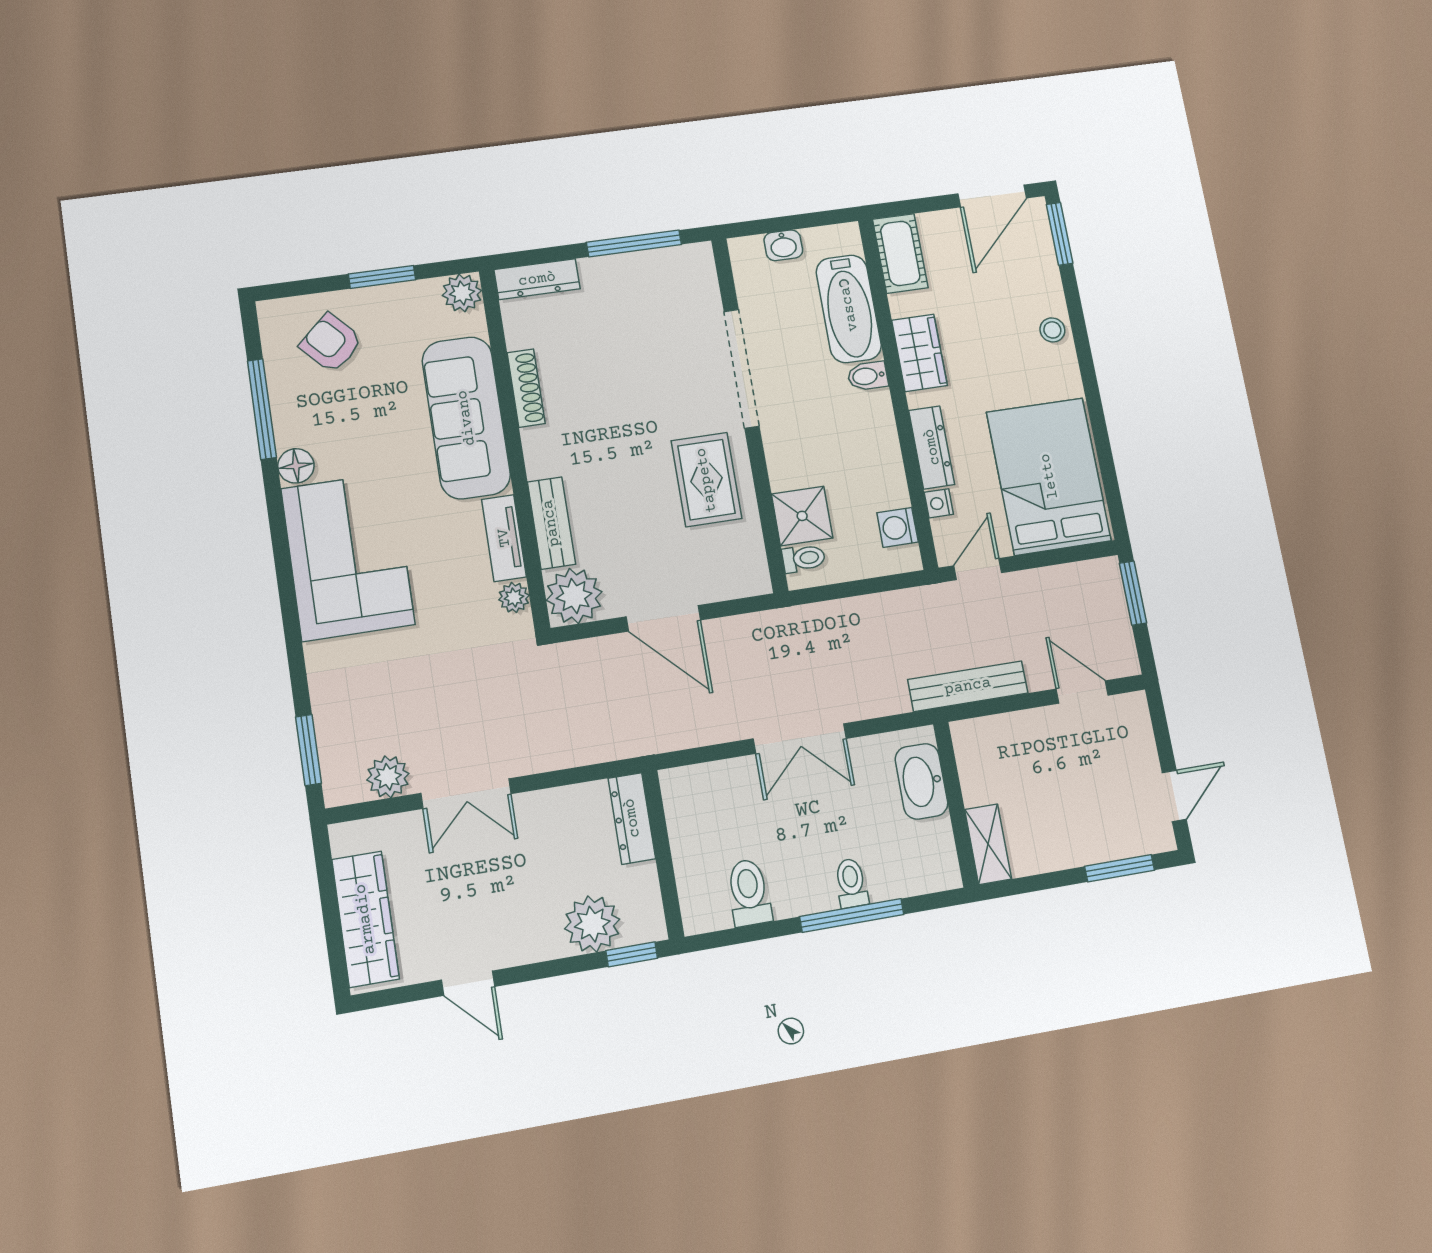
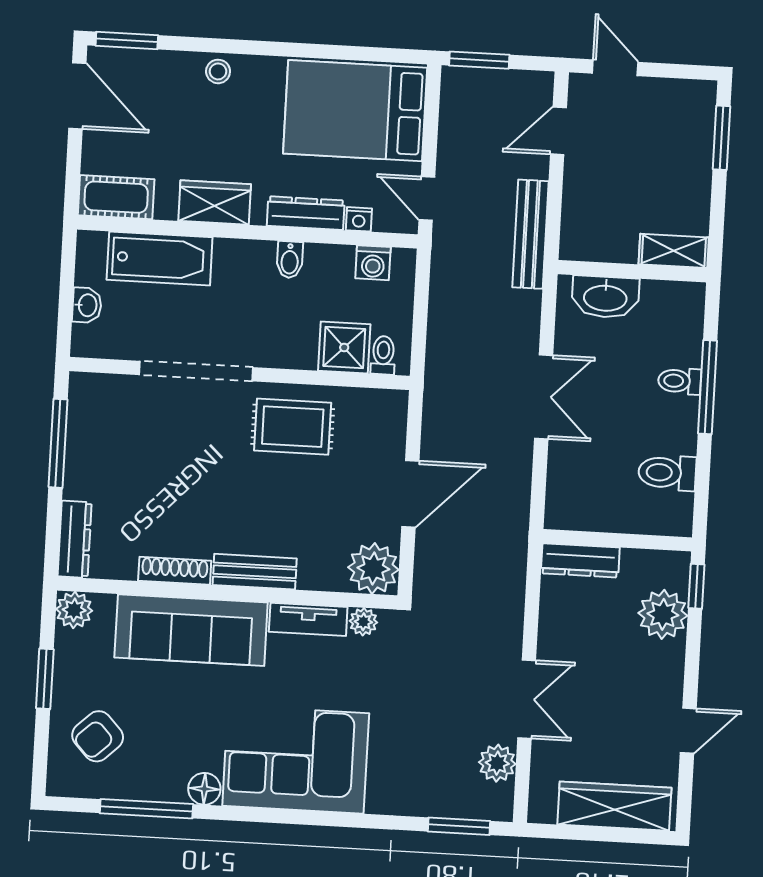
bidet: (868, 376) -> (290, 260), moved
bench: (551, 523) -> (255, 572), moved
door: (1174, 796) -> (615, 68), moved

